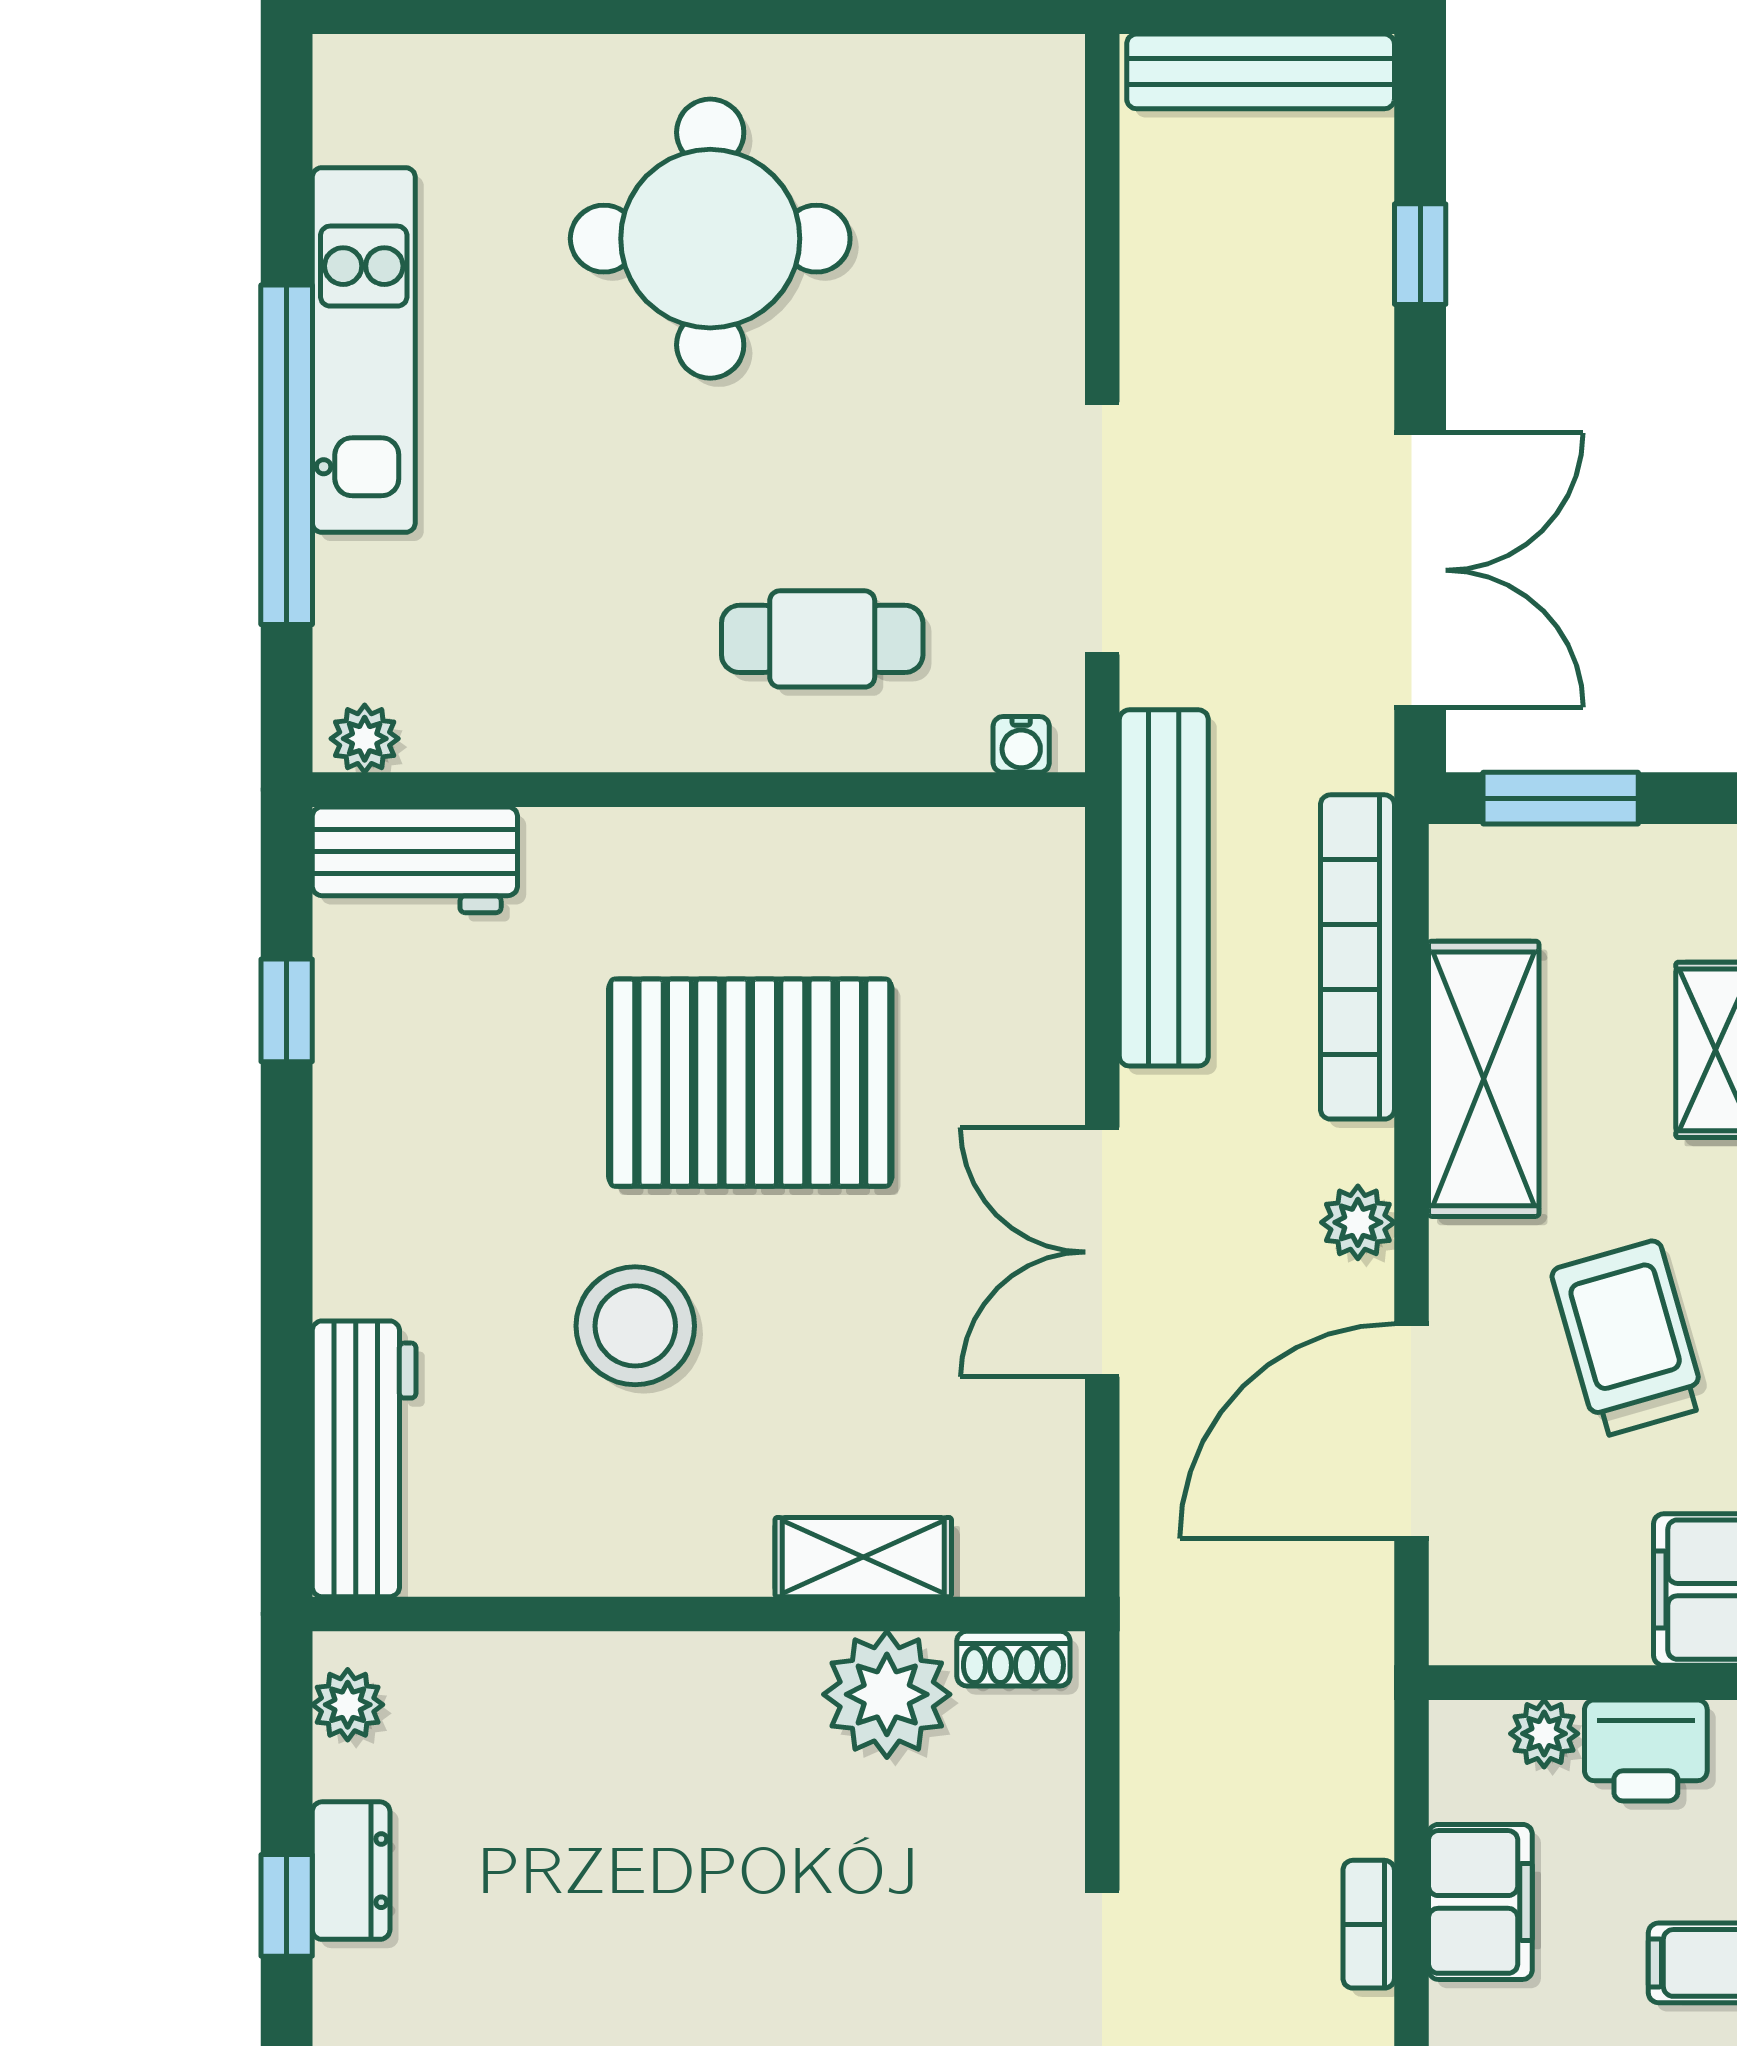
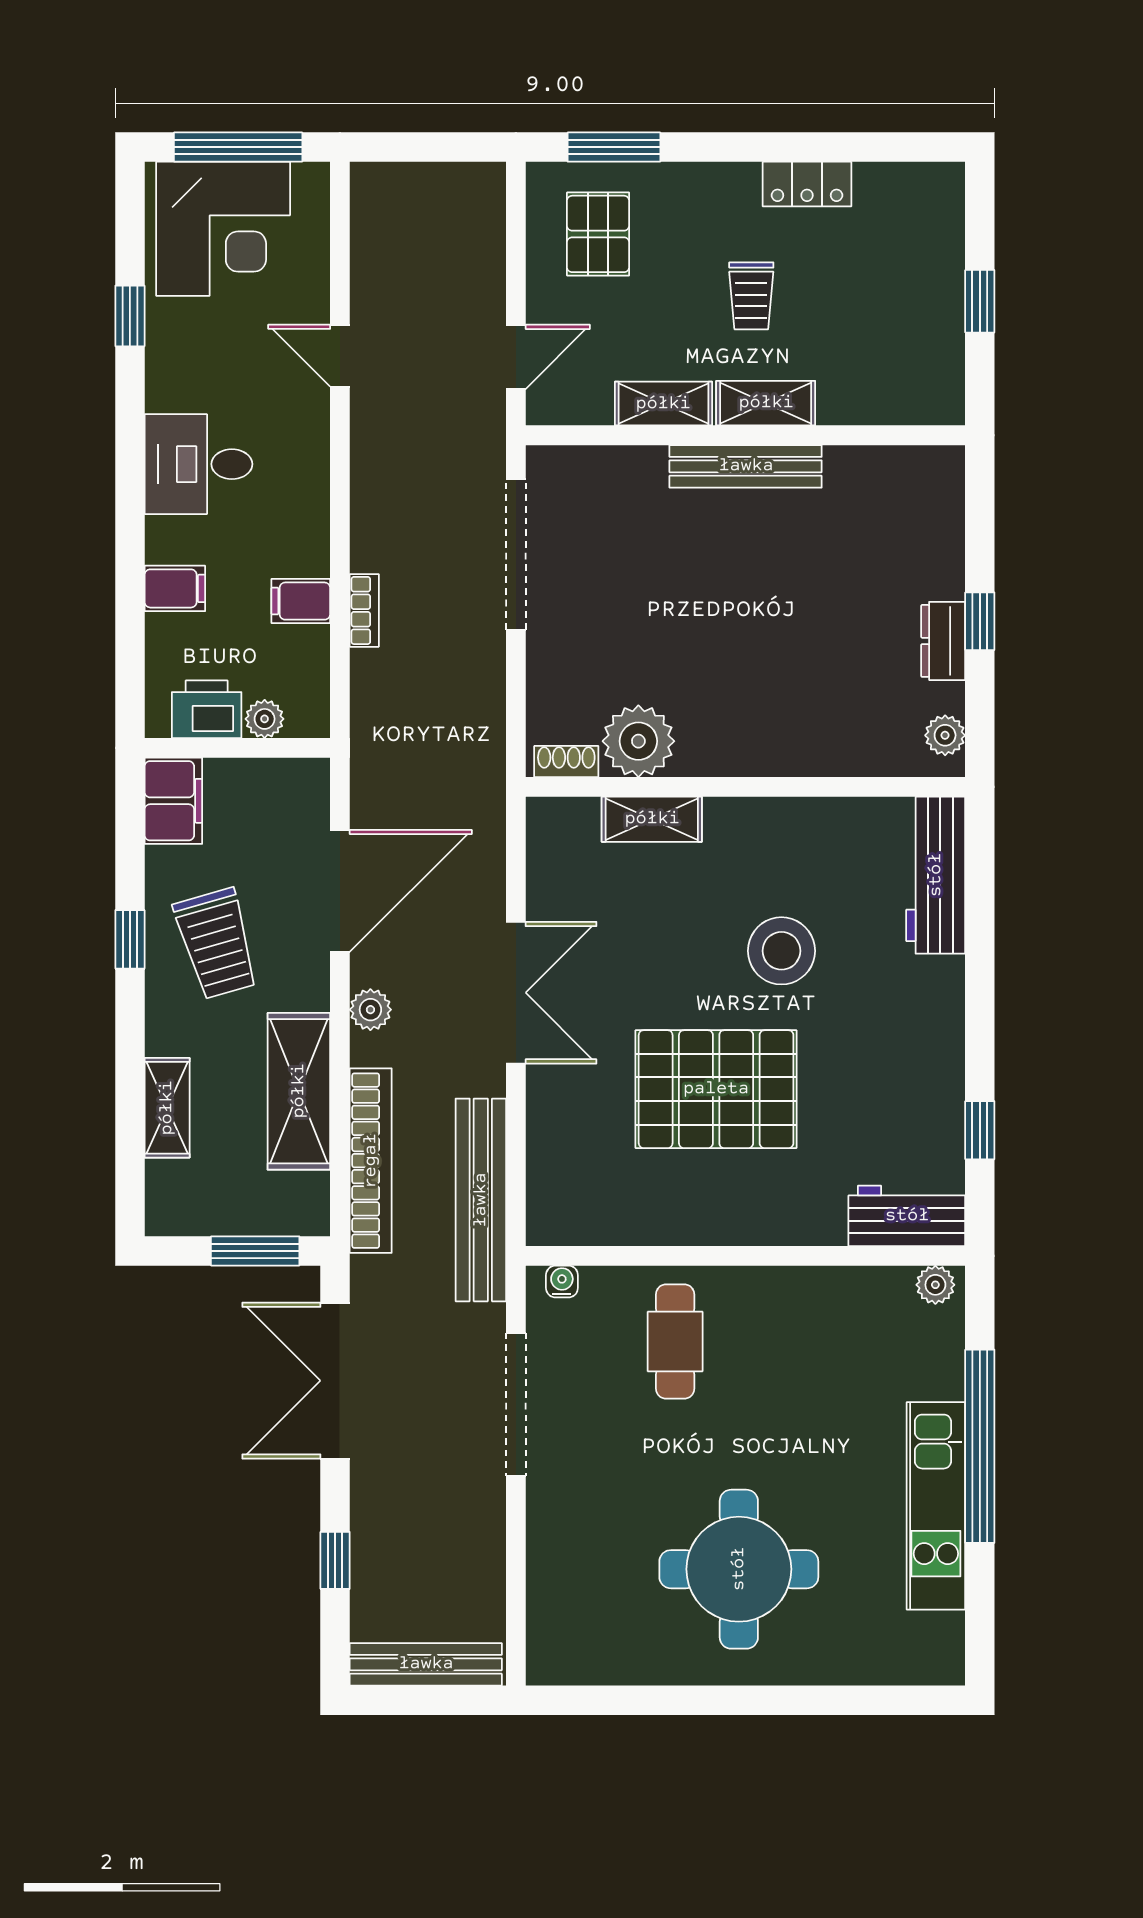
cafe table: (822, 639) -> (675, 1342), turned 90
filing cabinet: (1480, 1902) -> (301, 601), width x0.50

